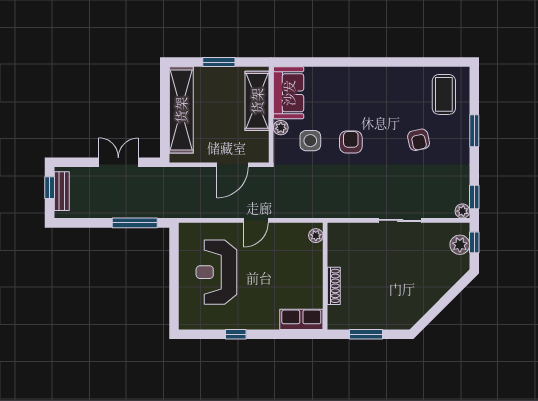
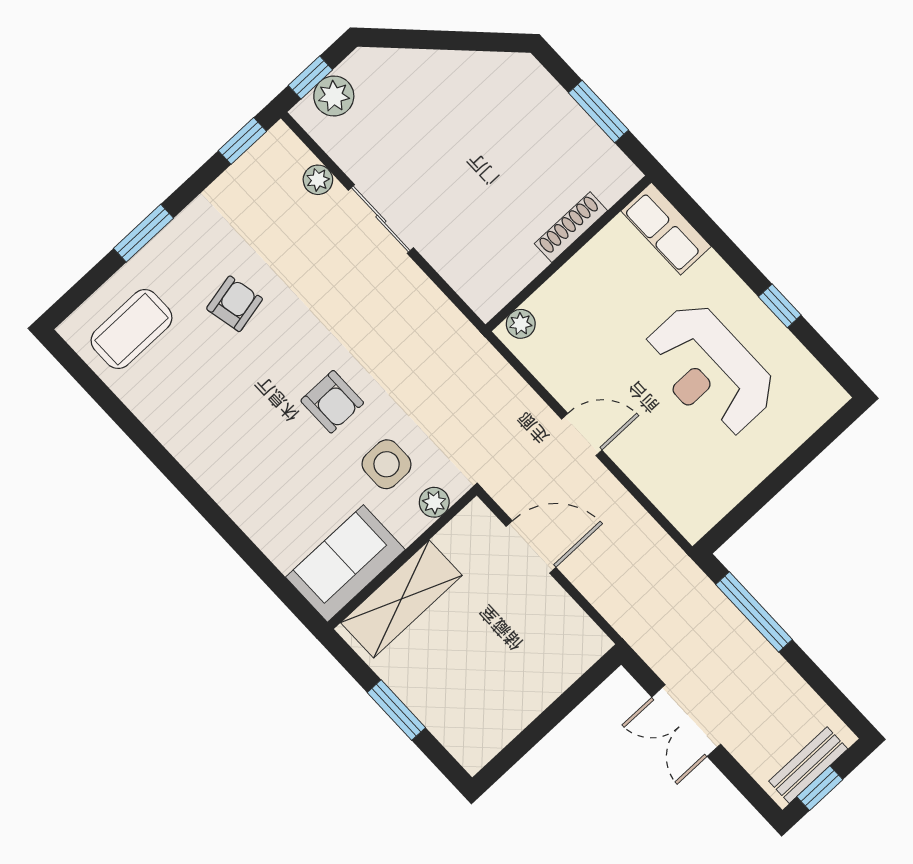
shelving: (181, 110) -> (521, 700), removed
plant: (281, 128) -> (434, 502), moved
armchair: (351, 142) -> (332, 402), turned -90
plant: (462, 211) -> (318, 180), moved
reception desk: (216, 272) -> (709, 370), moved, turned 90

